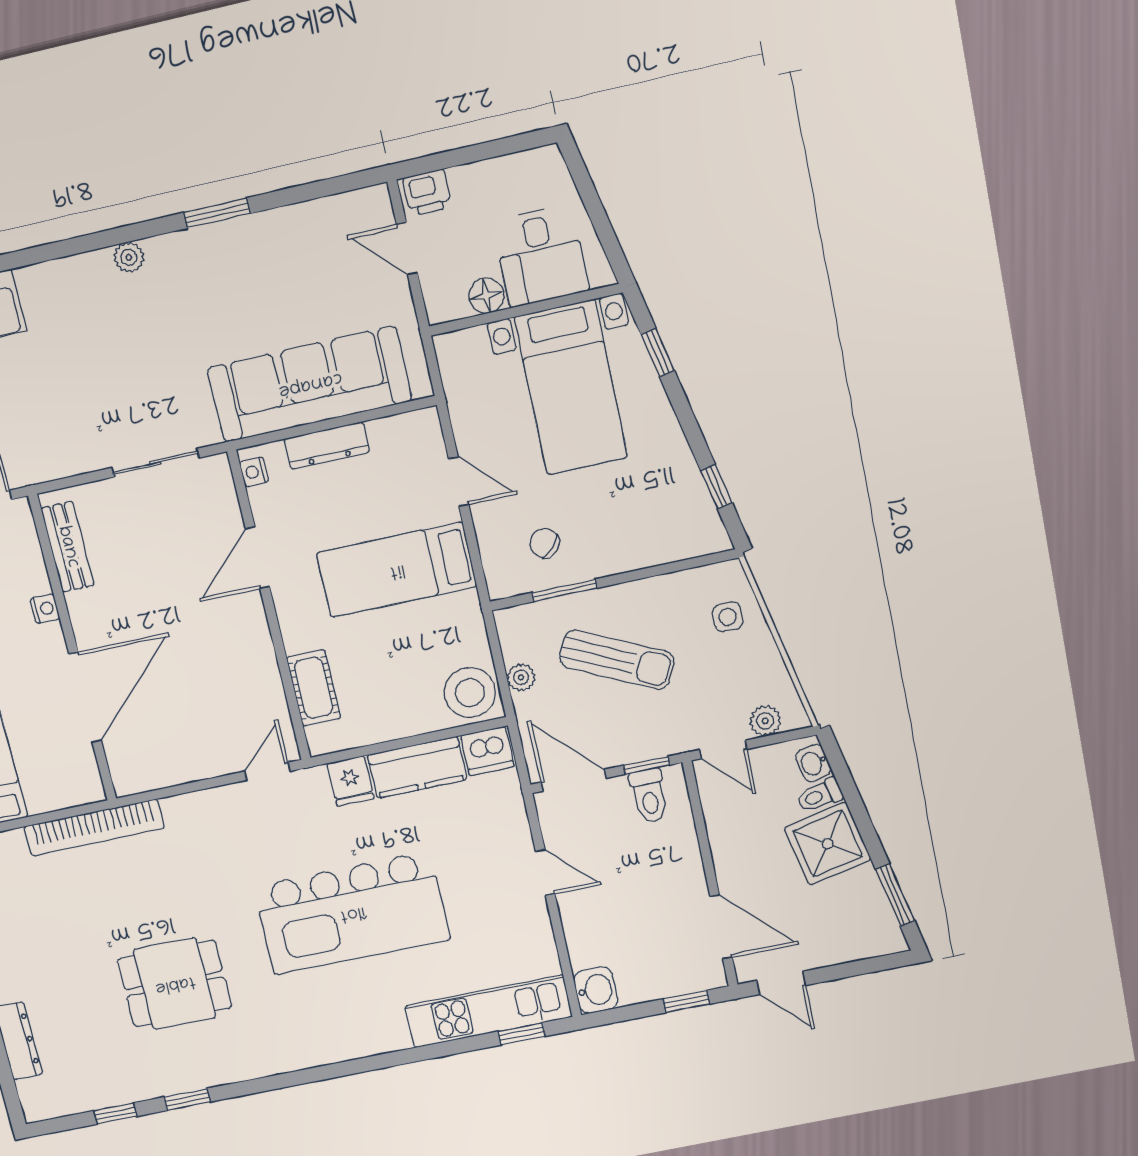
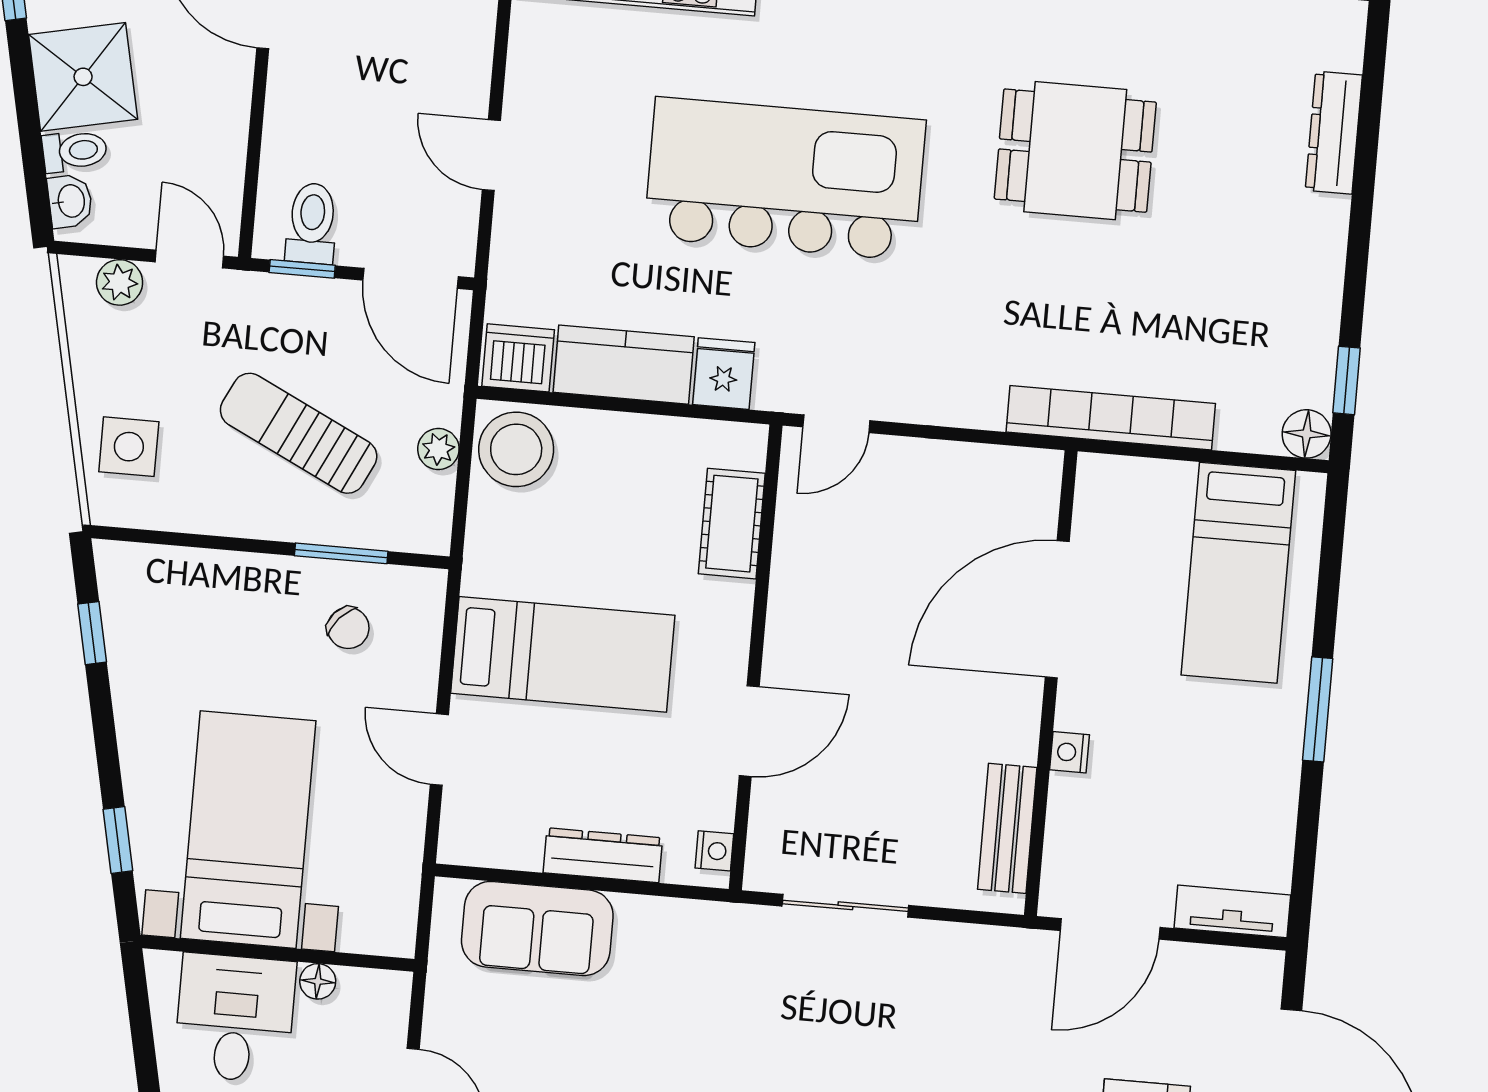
floor lamp: (486, 296) -> (318, 981), width x0.73, depth x0.73
sofa: (310, 384) -> (537, 928), width x0.54, depth x0.79
side table: (728, 617) -> (129, 447), width x1.37, depth x1.37

